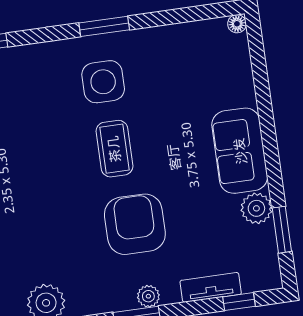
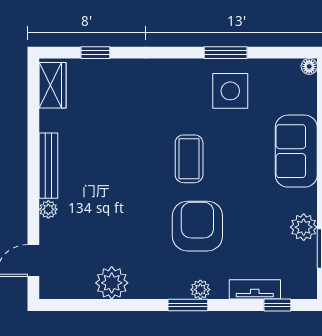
window: (104, 26) -> (226, 53), moved
side table: (103, 82) -> (230, 91), moved
sofa: (240, 151) -> (296, 151), moved

